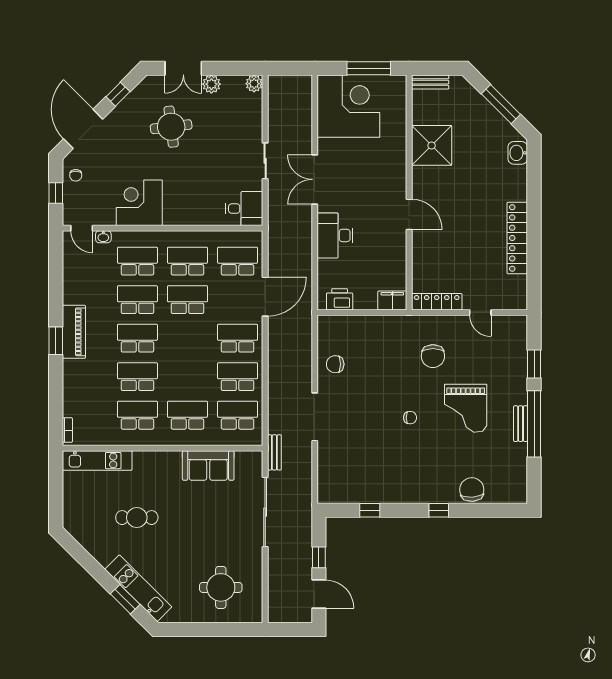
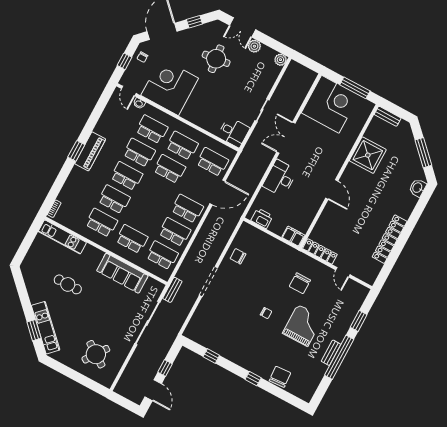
corner desk: (139, 203) -> (170, 87), width x1.36, depth x1.36
grand piano: (466, 408) -> (303, 325), turned 180
sofa: (208, 466) -> (122, 273), width x1.36
round table: (221, 587) -> (96, 354), turned 35

